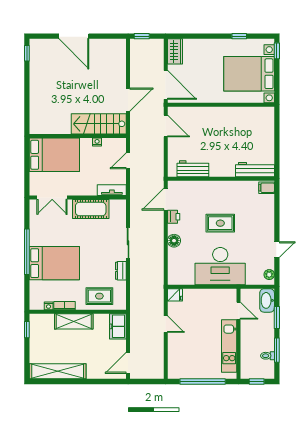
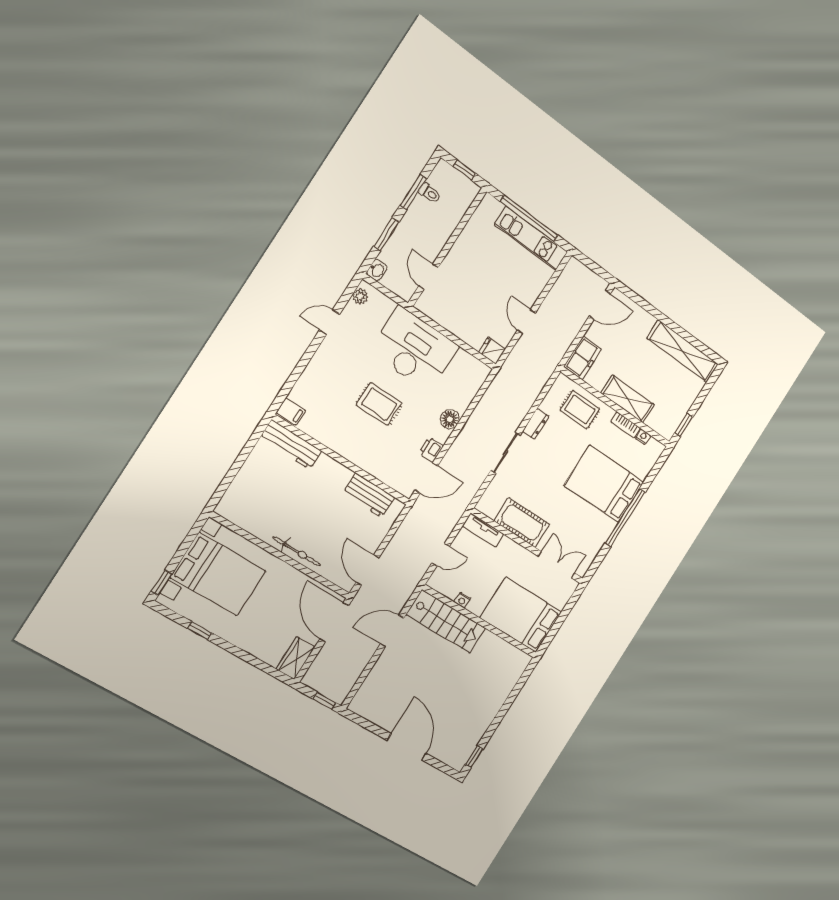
bicycle: (213, 112) -> (297, 551), added
washbasin: (267, 300) -> (377, 270), width x0.52, depth x0.69
kitchen unit: (229, 346) -> (531, 238), moved, turned 90

